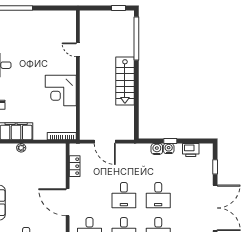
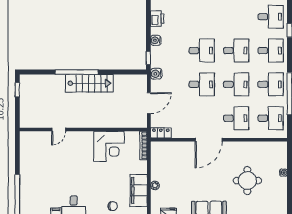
window: (136, 39) -> (77, 72), moved
corner desk: (61, 91) -> (109, 146), moved
window: (170, 141) -> (148, 58), moved
water cooler: (157, 149) -> (156, 74), moved
locker: (75, 166) -> (161, 133), moved

